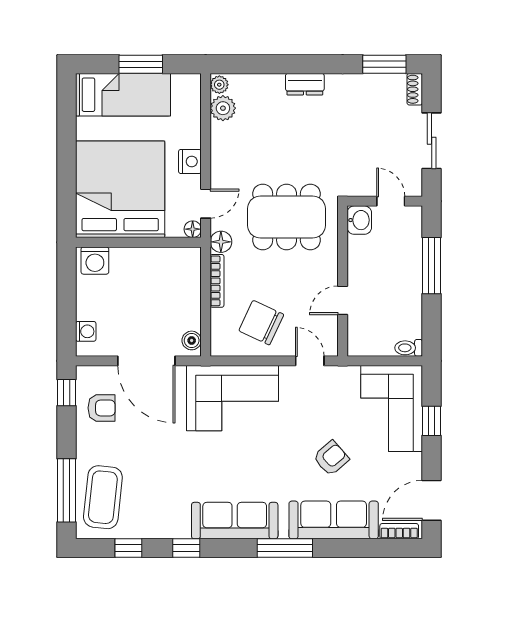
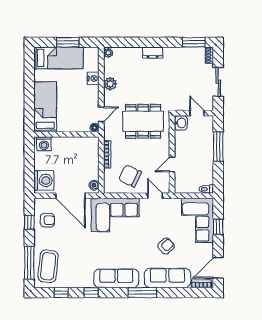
plant: (223, 108) -> (110, 84), moved
nightstand: (190, 161) -> (93, 79), moved
bed: (120, 189) -> (45, 107), width x0.49
floor lamp: (221, 242) -> (109, 134), removed
washing machine: (86, 331) -> (44, 180), width x1.89, depth x1.89
window: (66, 393) -> (29, 222), moved

